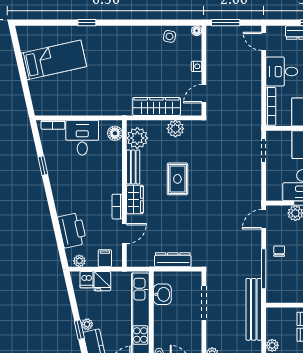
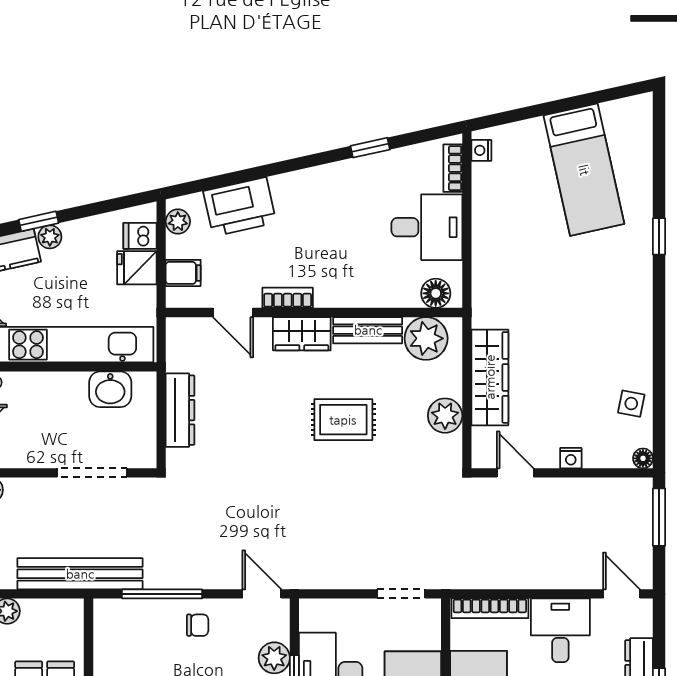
door: (264, 41) -> (621, 594), hinge flipped
nightstand: (44, 111) -> (481, 150), added

